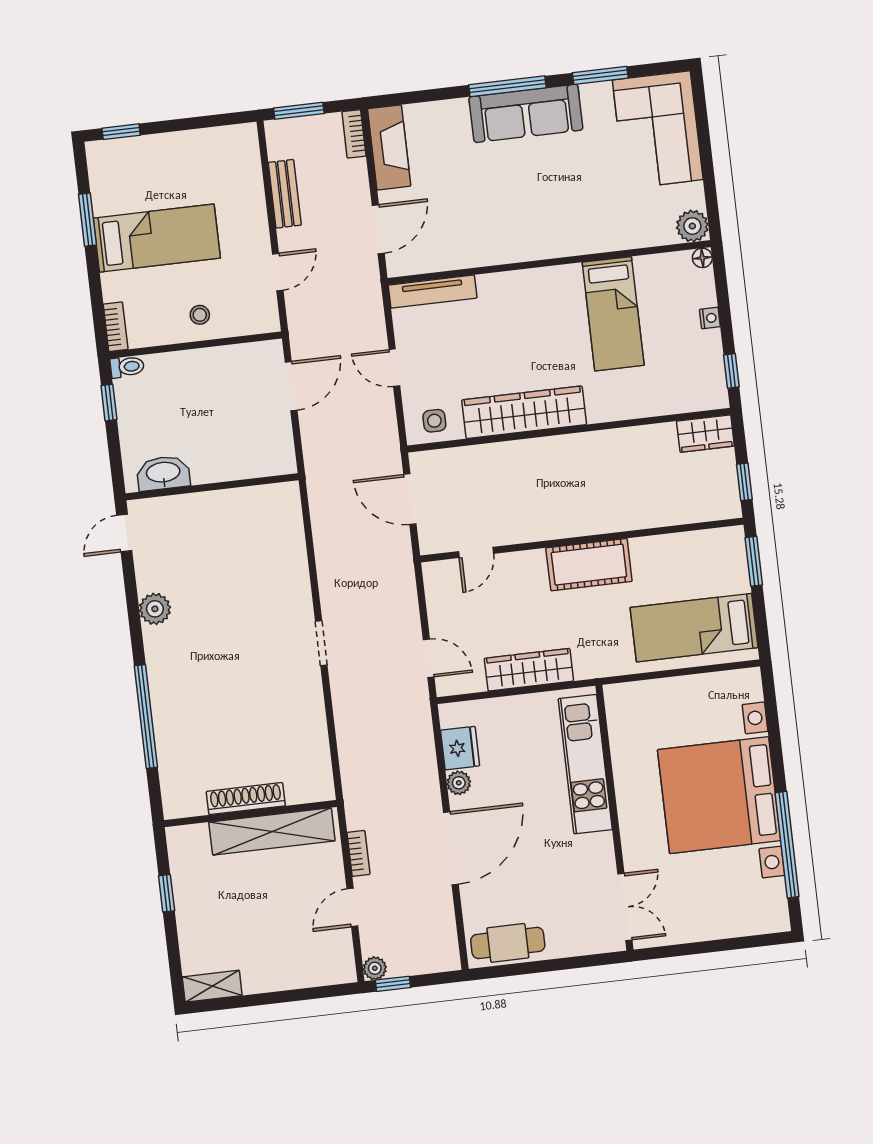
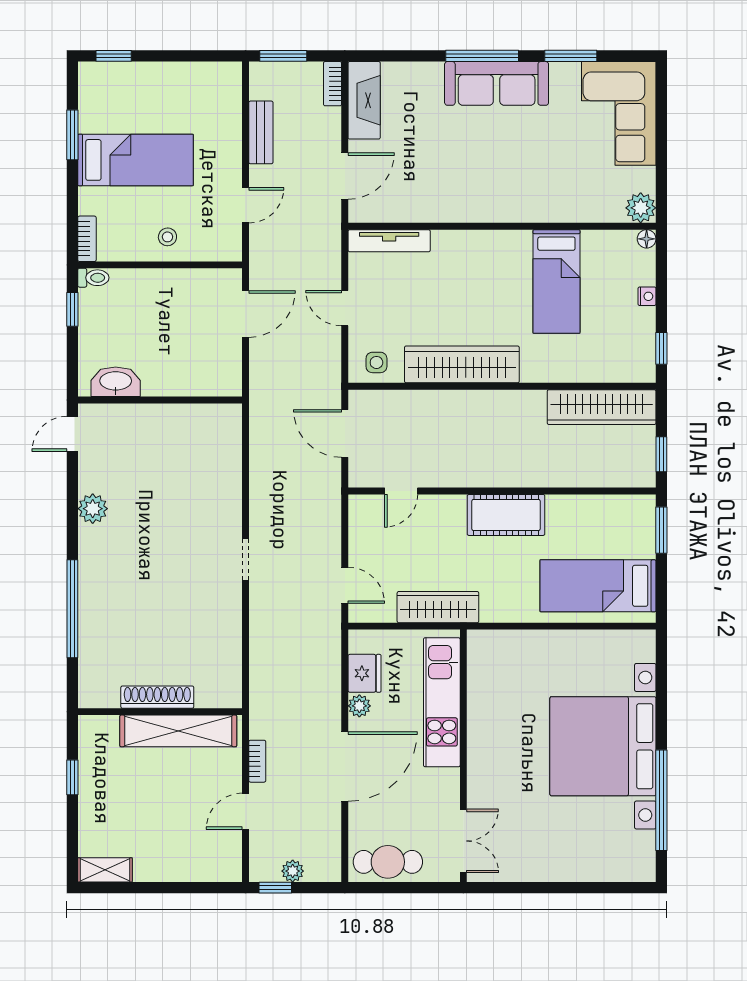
wardrobe: (705, 434) -> (602, 407), width x2.10, depth x1.17
kitchen unit: (585, 764) -> (442, 702), moved
wall: (614, 818) -> (463, 756), moved
double door: (625, 907) -> (463, 841), moved
plant: (375, 968) -> (293, 871), moved

